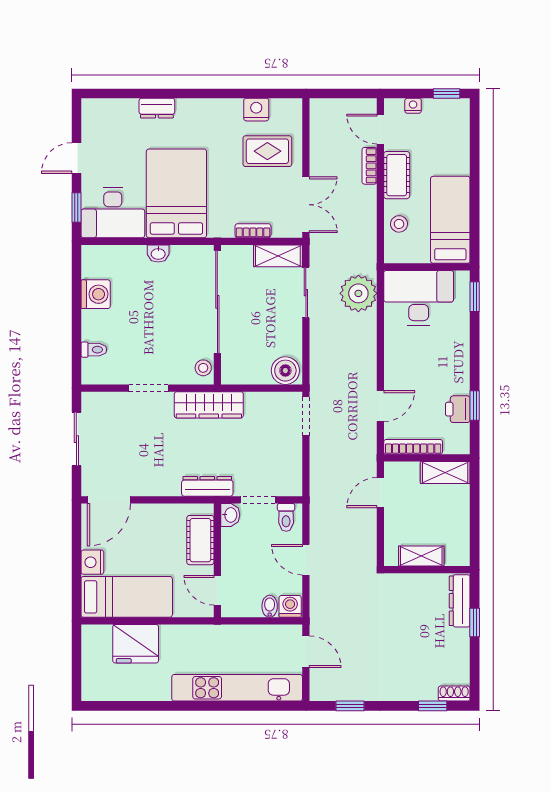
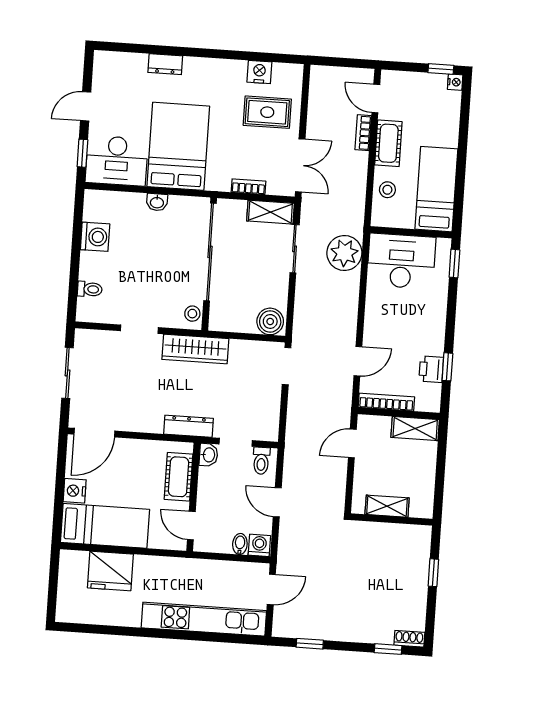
nightstand: (413, 106) -> (455, 82), moved, turned 90
dresser: (460, 601) -> (421, 551), removed
door: (306, 652) -> (271, 589), hinge flipped

